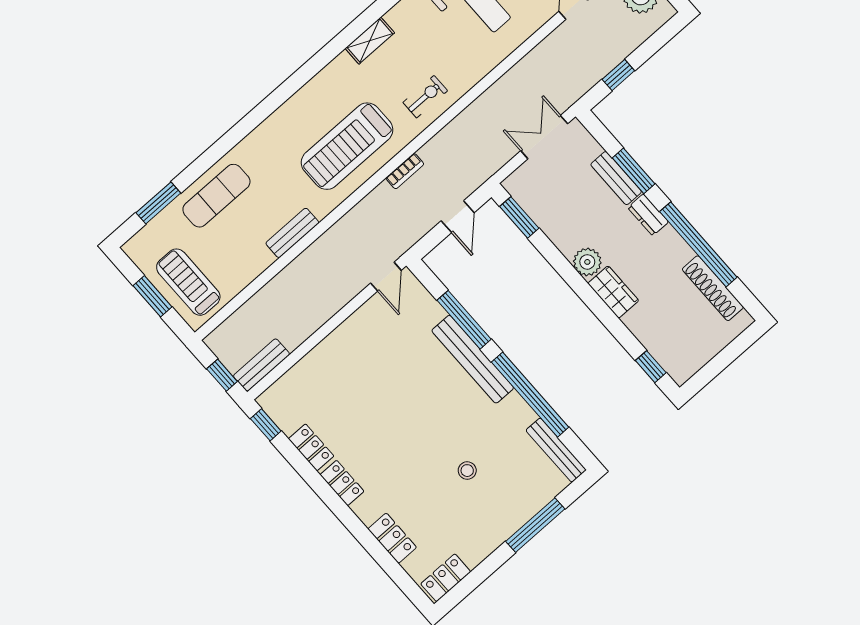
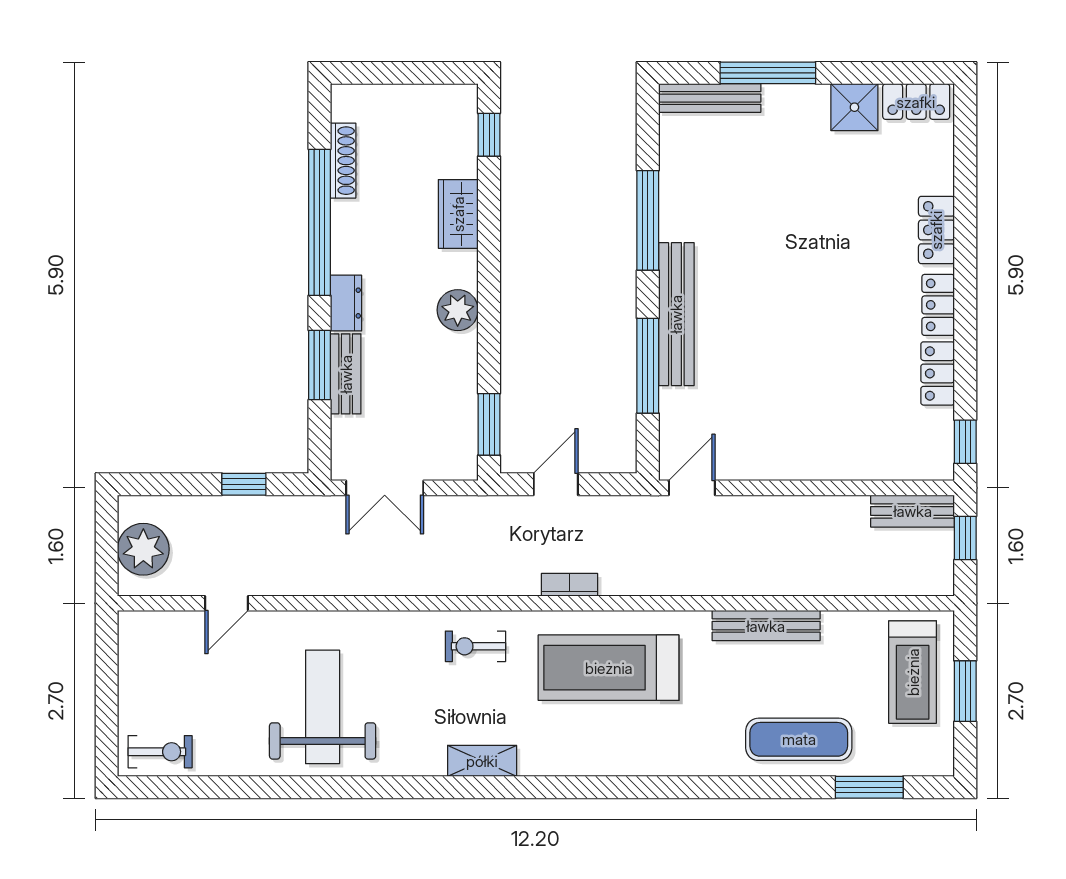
treadmill: (347, 146) -> (609, 668), turned 180
bench: (292, 233) -> (766, 626), width x1.36
shoe rack: (713, 288) -> (343, 161), width x0.74, depth x0.81
wardrobe: (613, 292) -> (458, 214), moved
window: (530, 395) -> (648, 220), width x0.68
bench: (556, 450) -> (710, 98), moved, turned 90
stool: (467, 471) -> (790, 198), removed
locker: (392, 538) -> (936, 230), moved
shower: (475, 547) -> (854, 107), added

